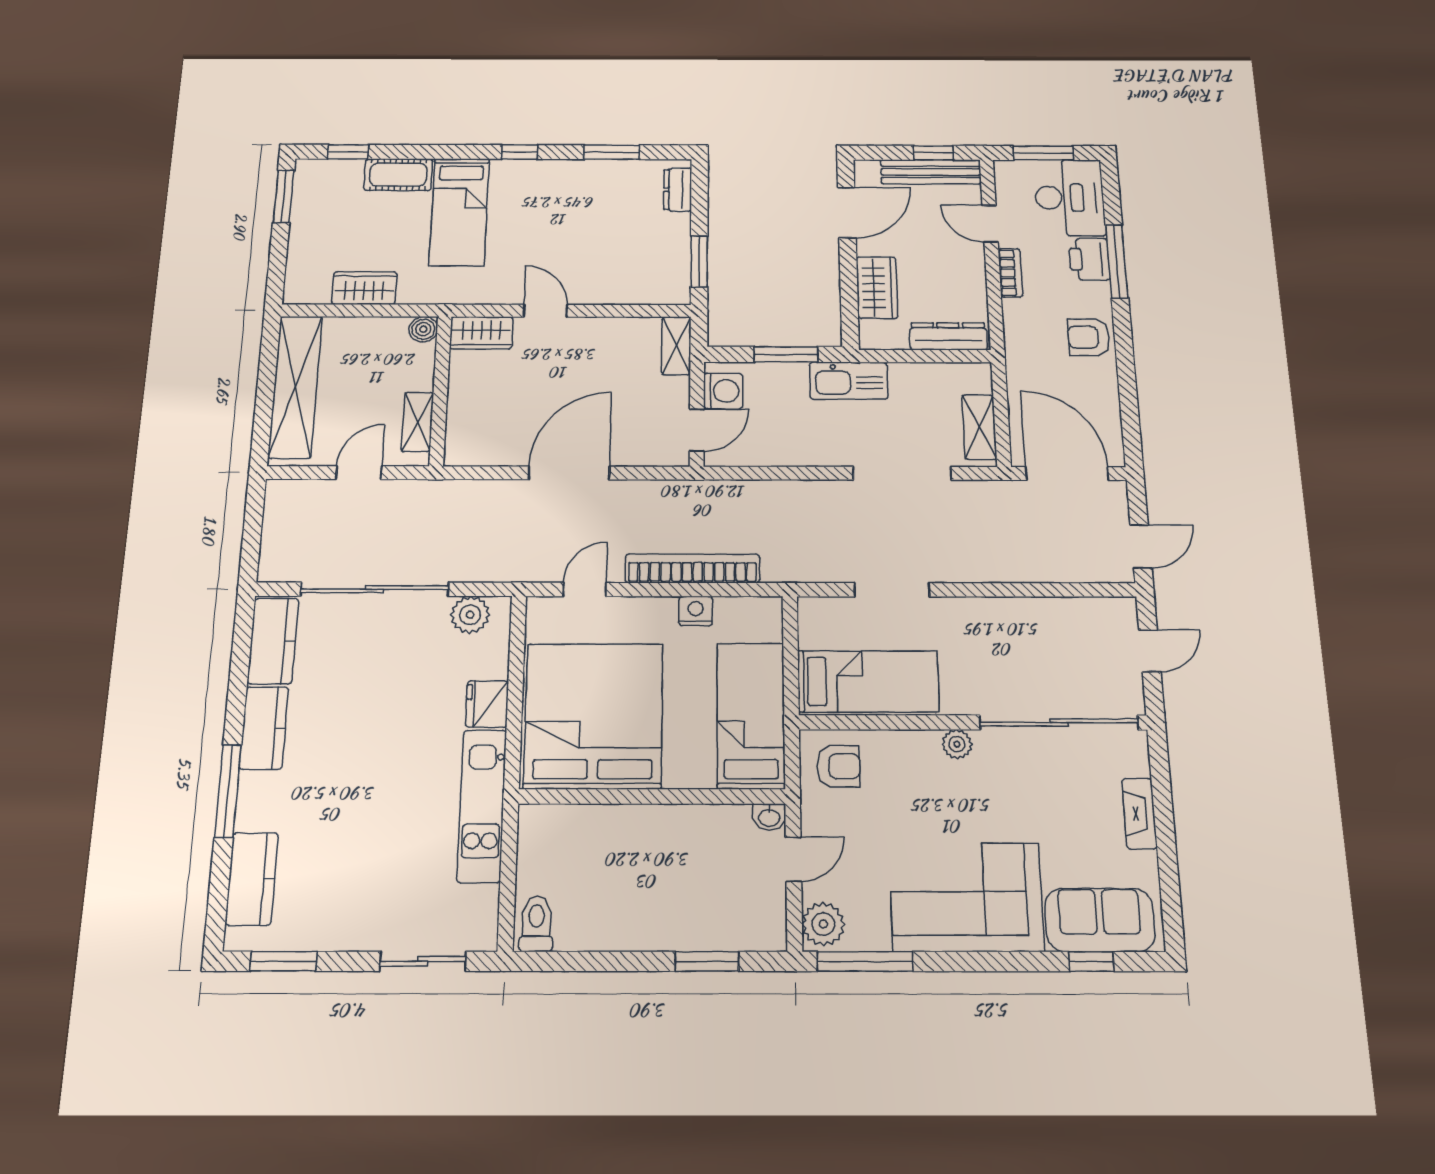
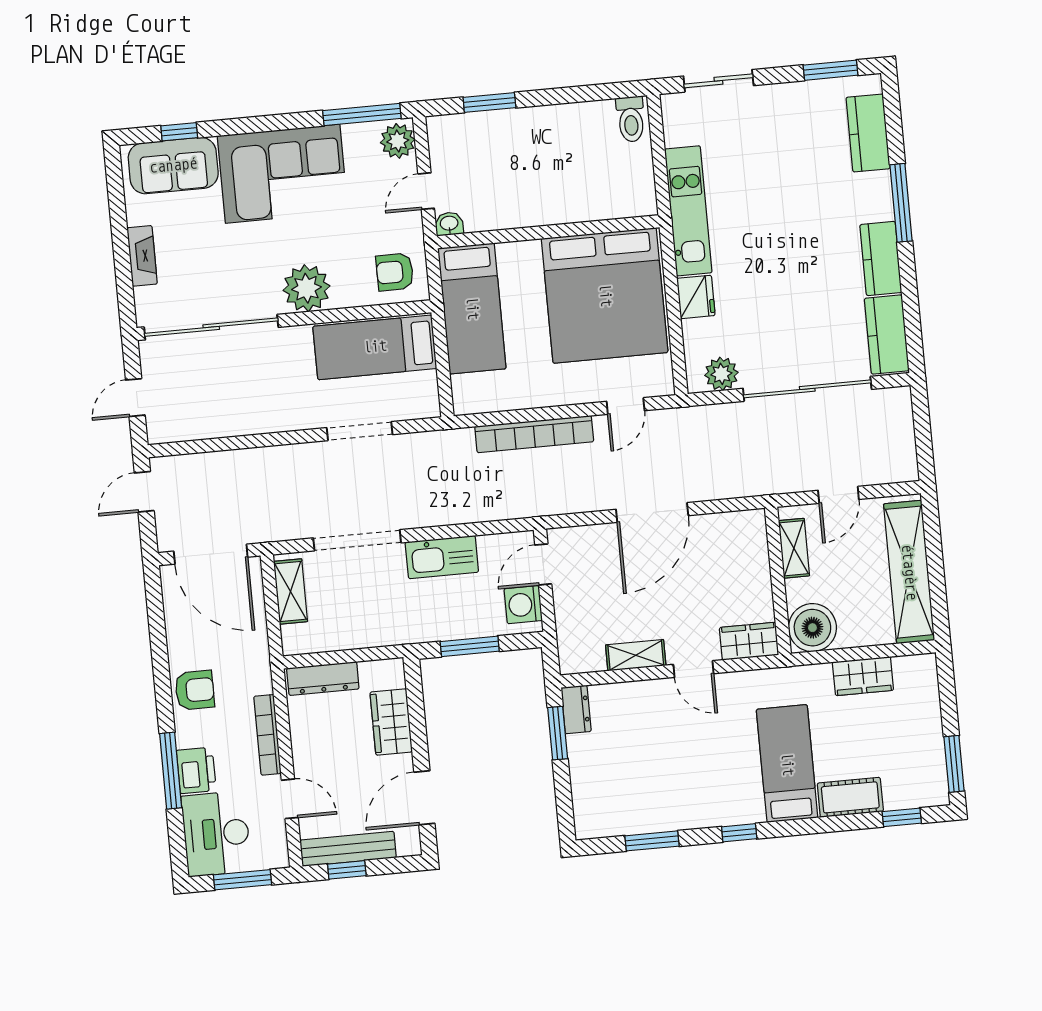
dresser: (678, 190) -> (576, 710), moved
bookcase: (1010, 273) -> (268, 735), width x1.56
boiler: (423, 329) -> (812, 628), width x1.86, depth x1.86
shelving: (676, 346) -> (636, 655), moved, turned 90
kitchen sink: (849, 381) -> (442, 557), moved, turned 180
nightstand: (696, 611) -> (528, 396), removed
plant: (957, 744) -> (307, 288), width x1.88, depth x1.88

